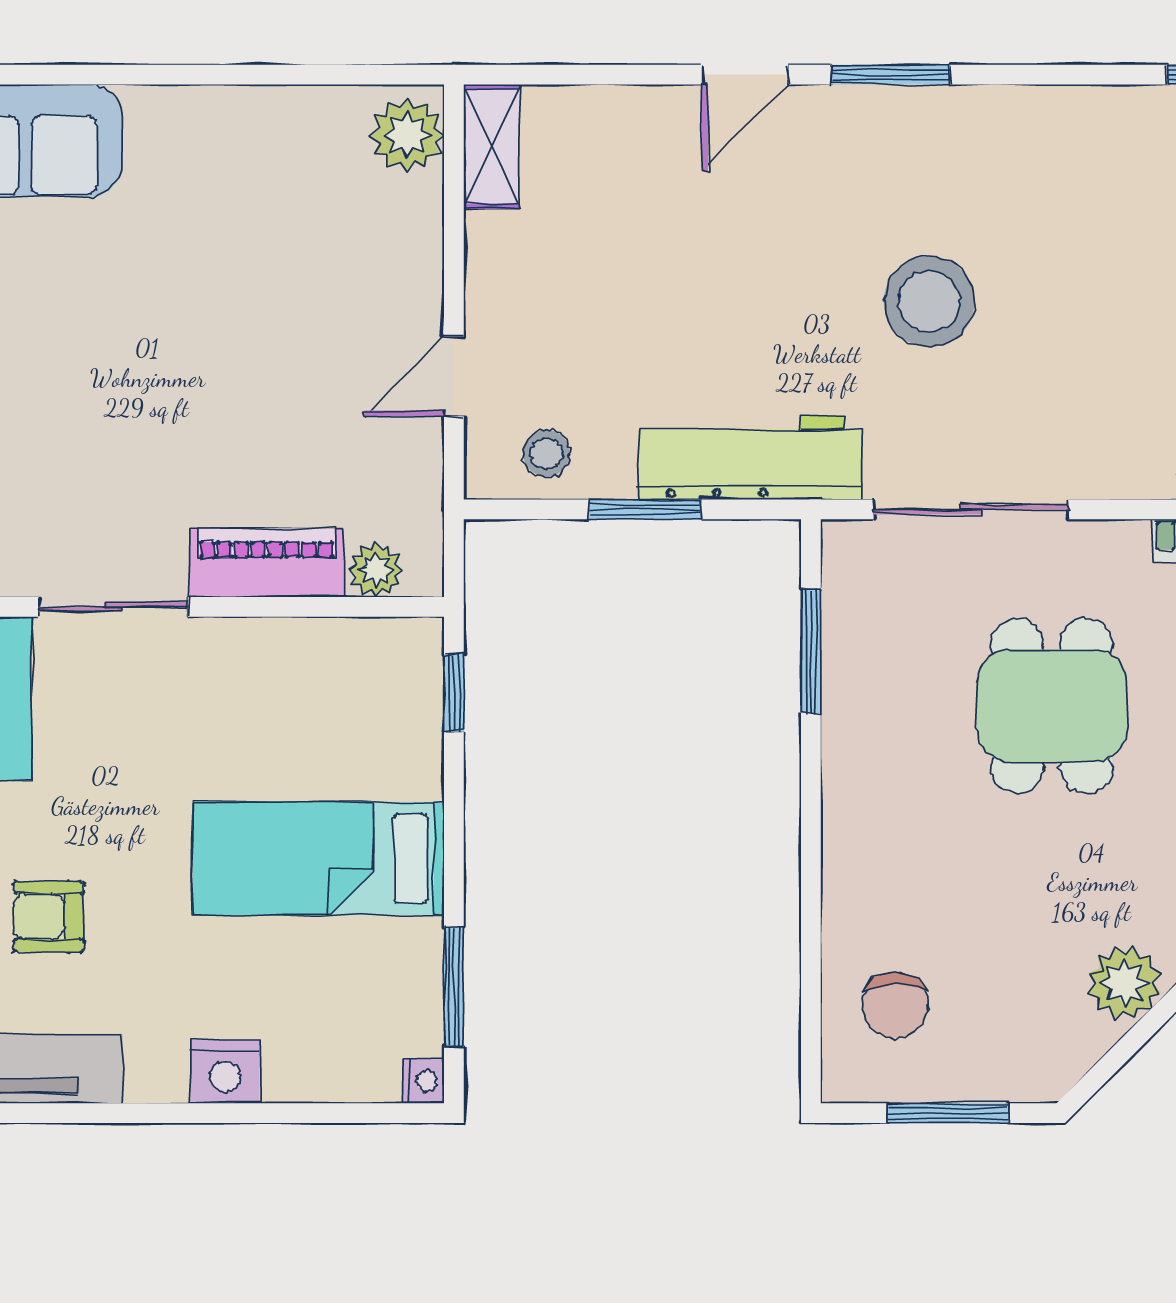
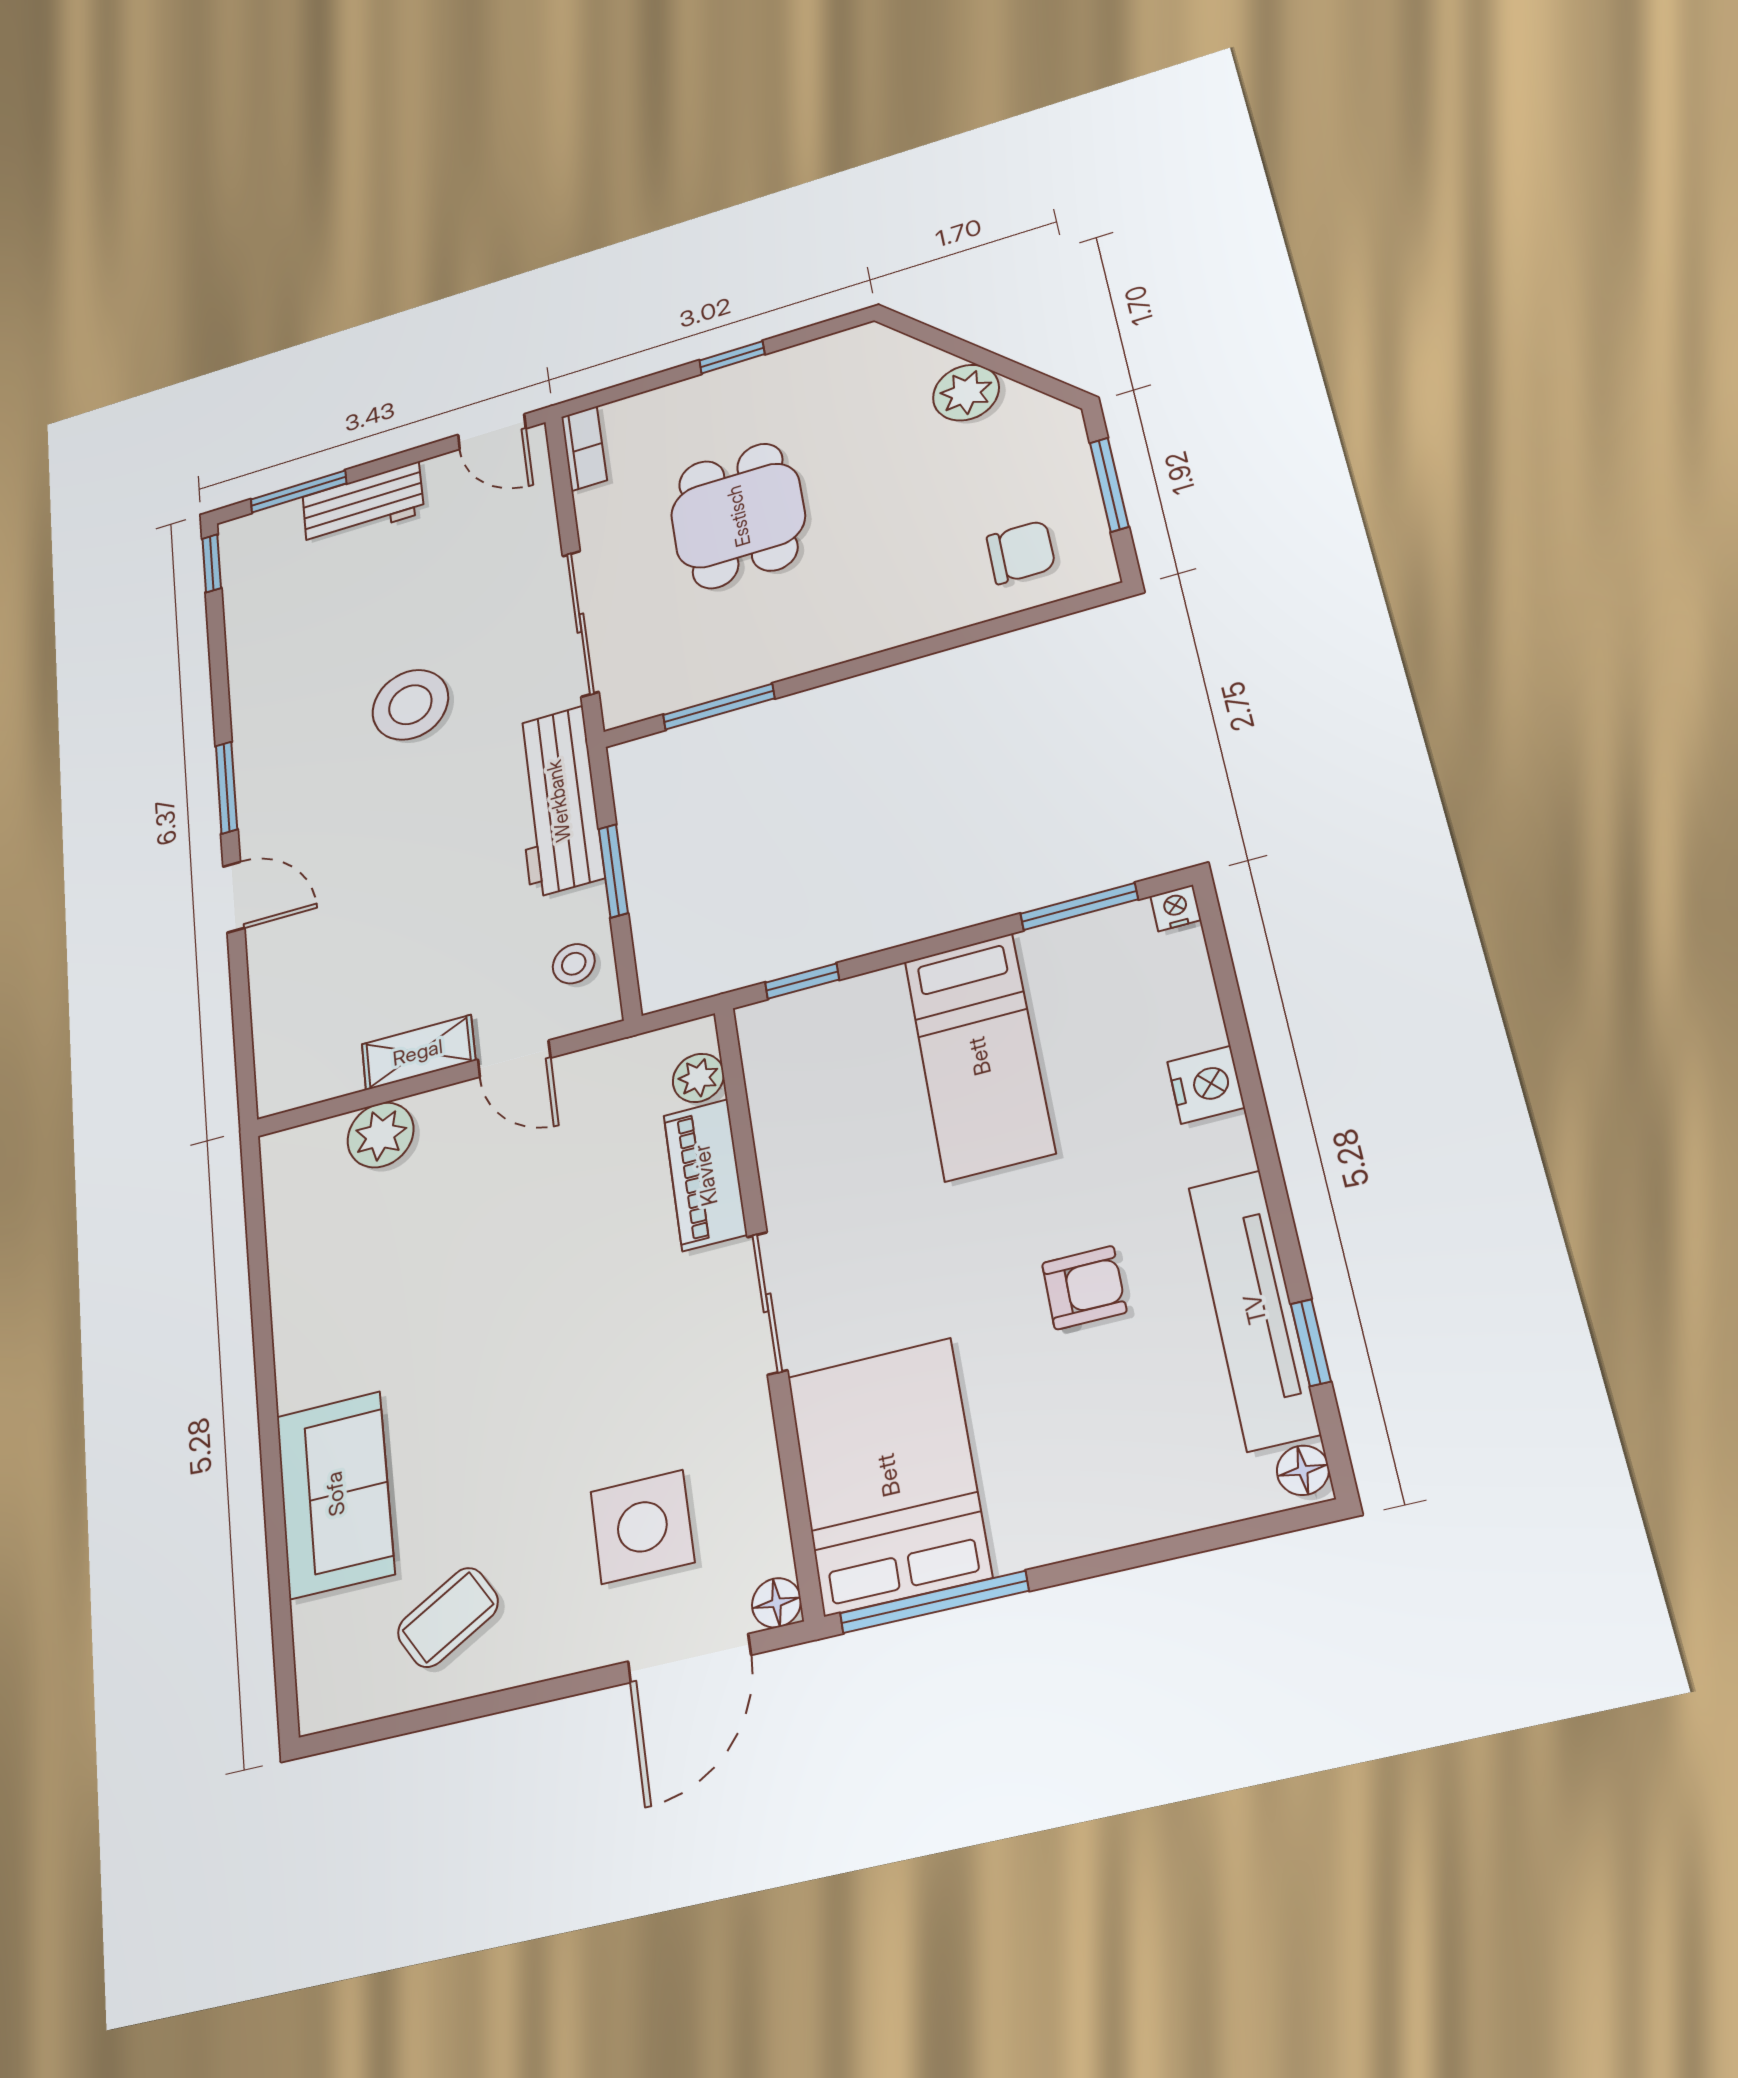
plant: (407, 135) -> (380, 1135), moved
shelving: (492, 146) -> (418, 1052), moved
dining table: (1052, 706) -> (738, 516), turned 90
armchair: (49, 916) -> (1084, 1288), turned -90

